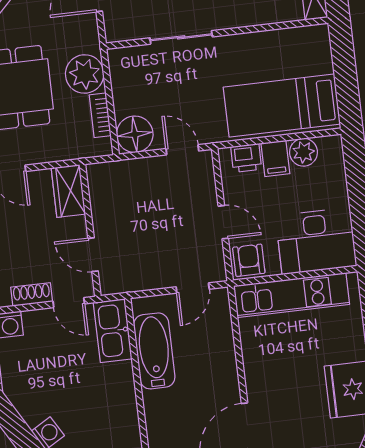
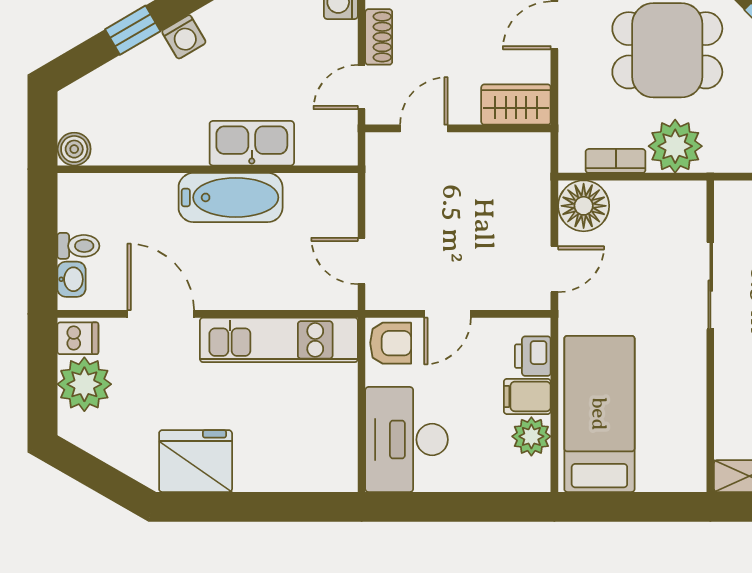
kitchen unit: (292, 295) -> (279, 340), moved, turned -90
kitchen sink: (113, 331) -> (252, 143), moved
bathtub: (154, 351) -> (231, 197), moved

